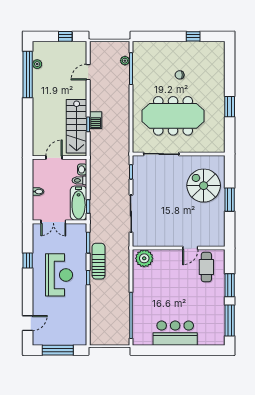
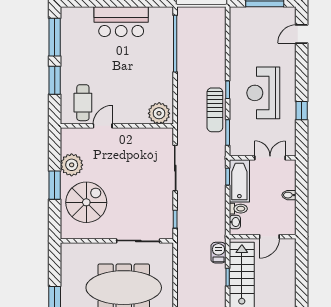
barbecue: (96, 120) -> (218, 253), moved
spiral stairs: (204, 186) -> (86, 202), turned -90
plant: (216, 216) -> (72, 165), added

